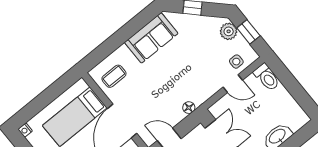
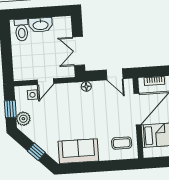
toilet: (267, 77) -> (22, 30), moved, turned 180
door: (233, 84) -> (45, 82), swing flipped

